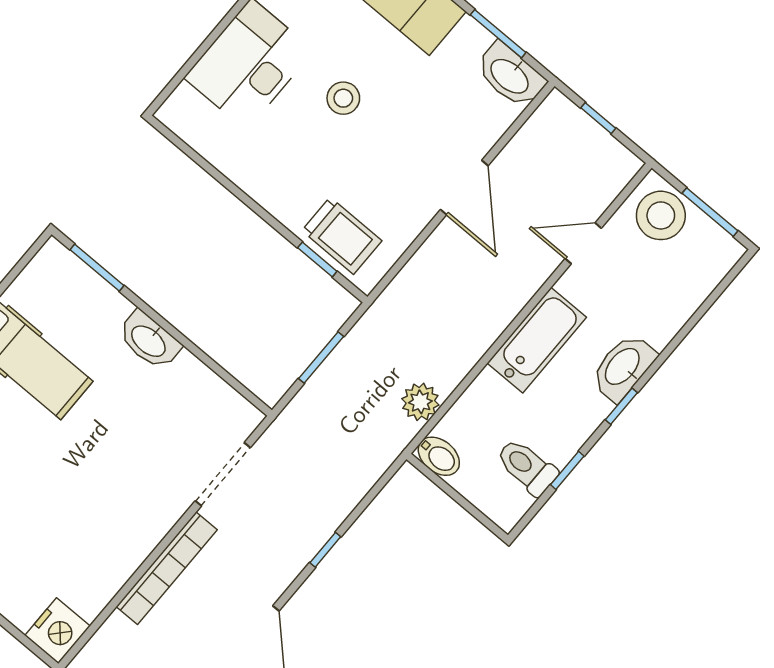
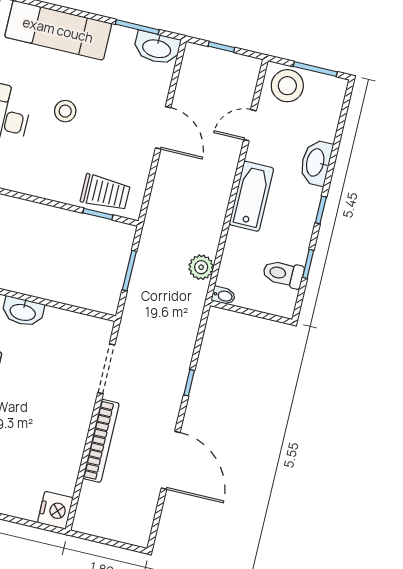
washbasin: (623, 367) -> (316, 163), moved
bidet: (439, 456) -> (224, 296), width x0.72, depth x0.74

